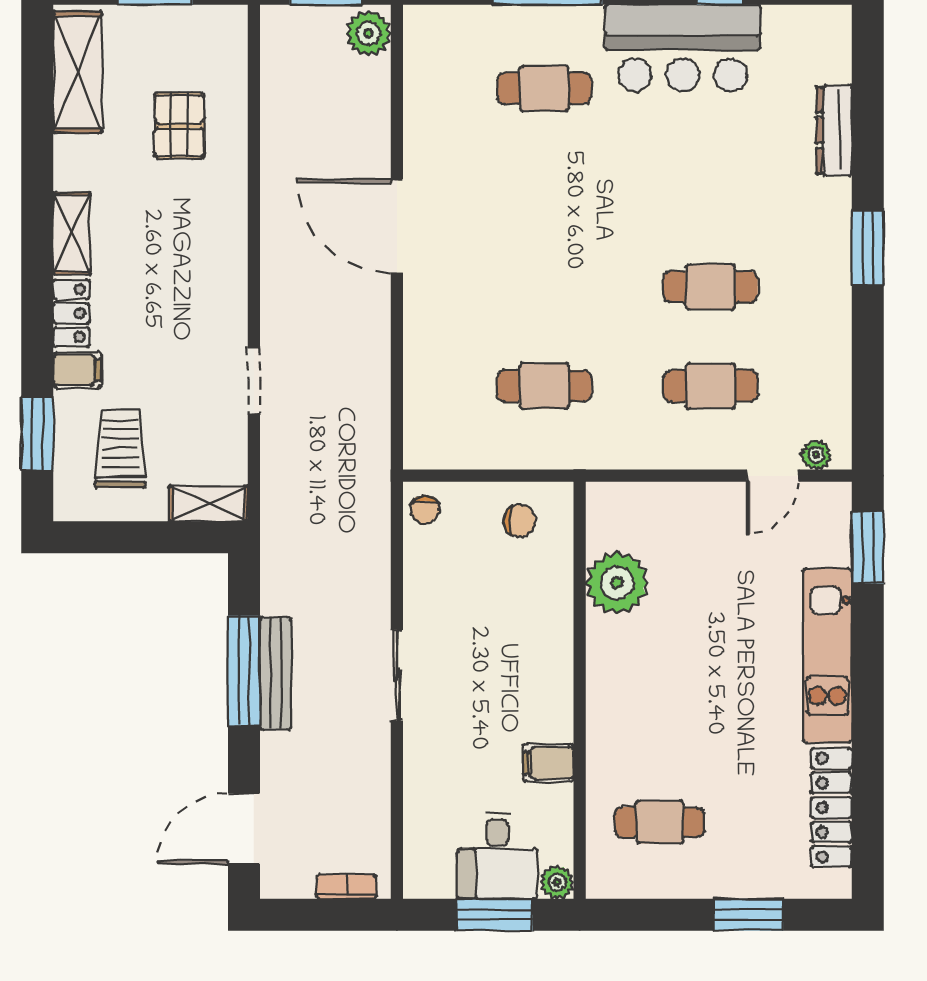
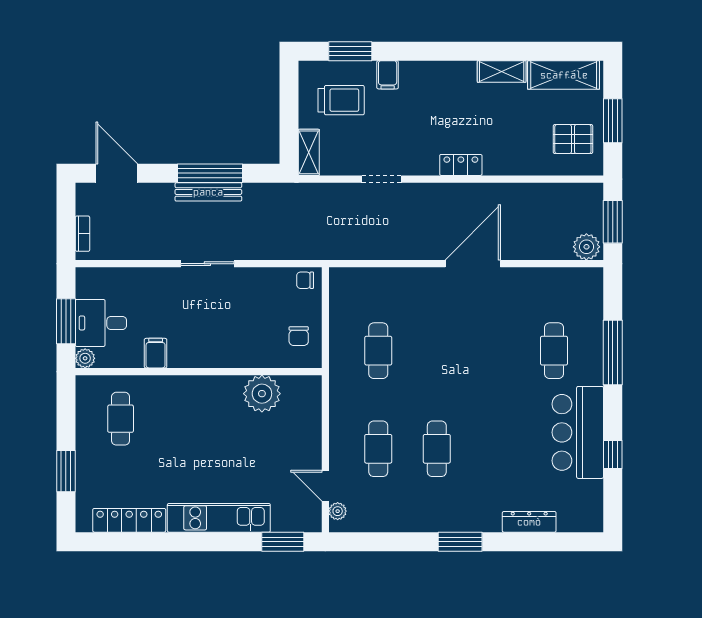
pallet: (179, 126) -> (573, 139), moved
shelving: (72, 233) -> (502, 71), moved
locker: (71, 313) -> (461, 165), moved, turned 180

